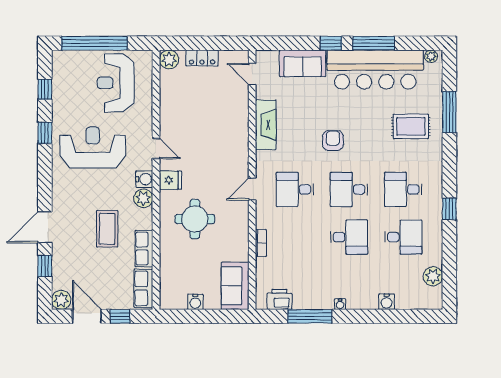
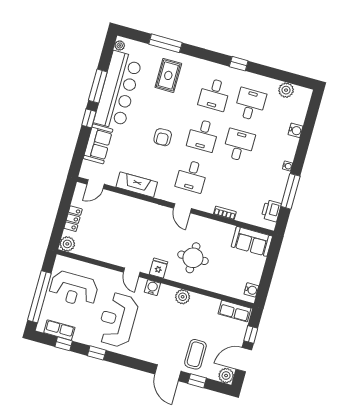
armchair: (333, 141) -> (163, 137), turned -92
door: (156, 149) -> (132, 272), swing flipped
plant: (143, 198) -> (183, 297), moved
coffee table: (107, 229) -> (195, 354), moved, turned 90
row of seats: (144, 248) -> (59, 330), moved, turned 180
water cooler: (195, 302) -> (251, 290), moved

